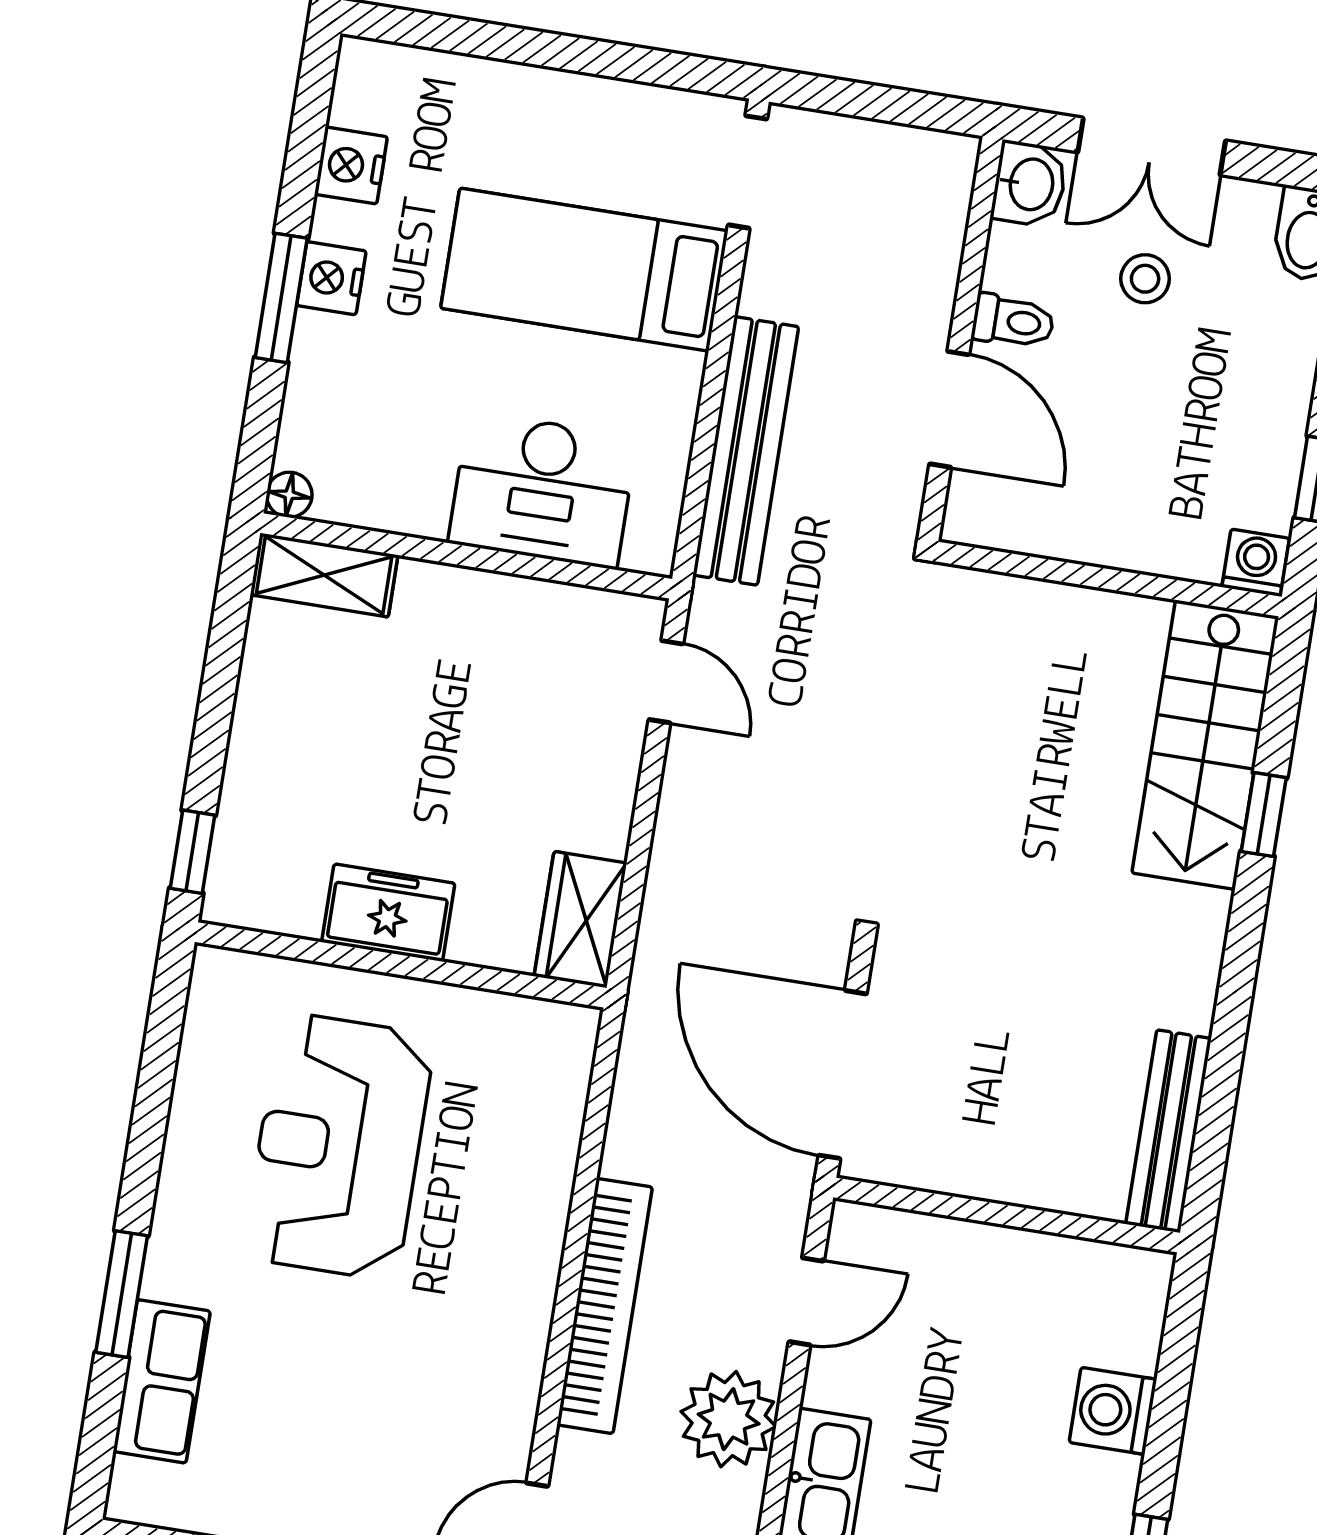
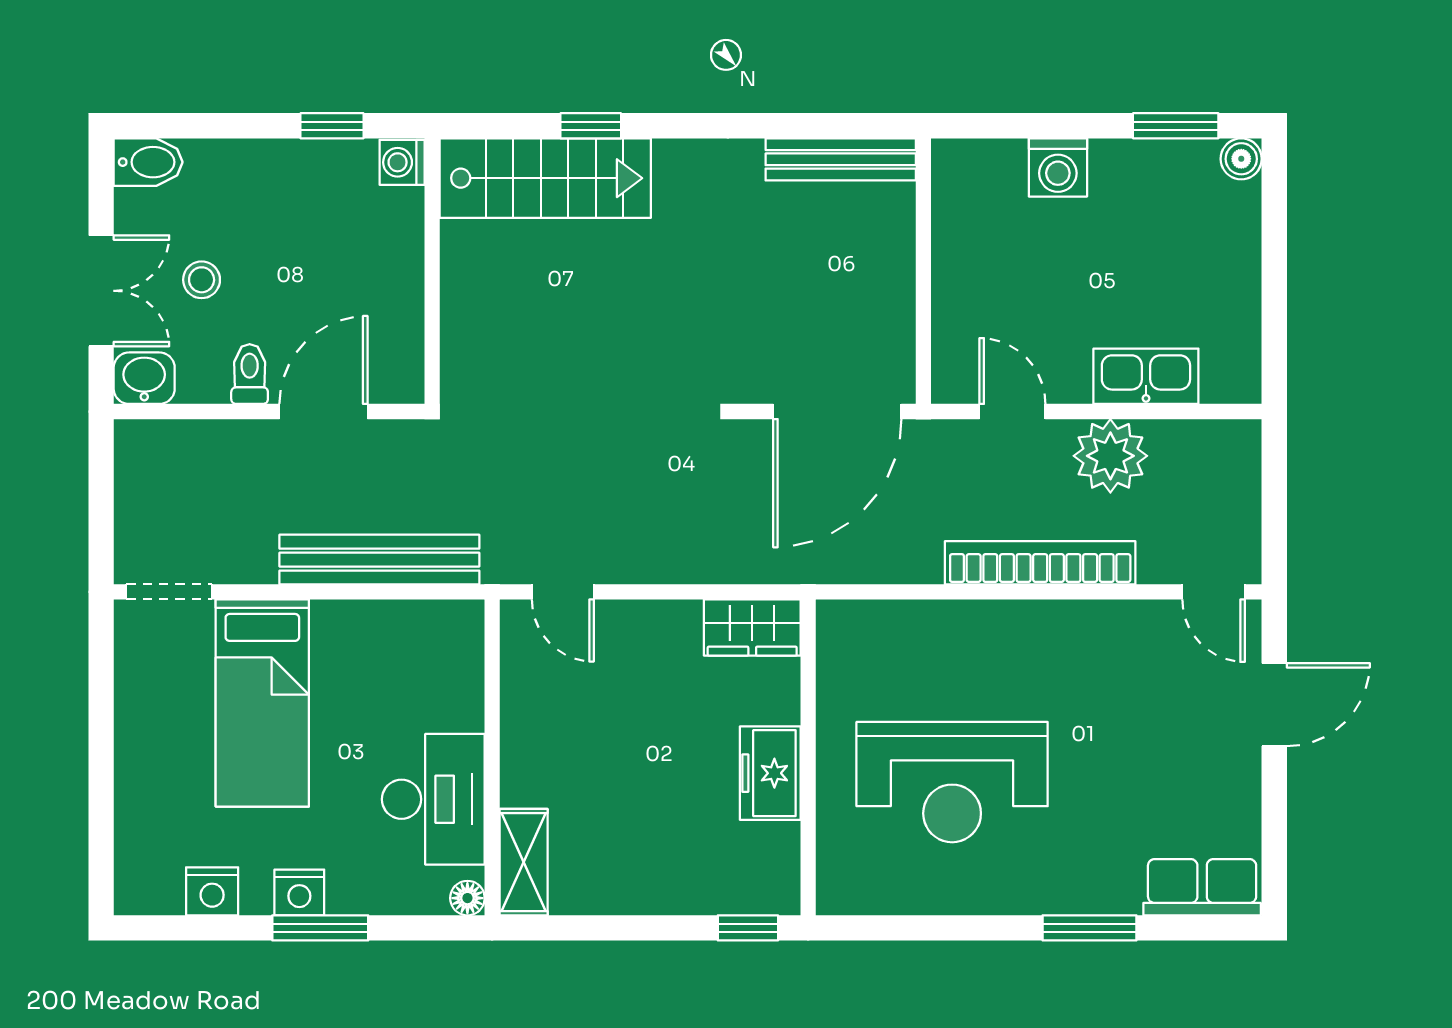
desk: (543, 490) -> (433, 799), moved
door: (666, 682) -> (563, 592), swing flipped
row of seats: (162, 1381) -> (1202, 887), moved

